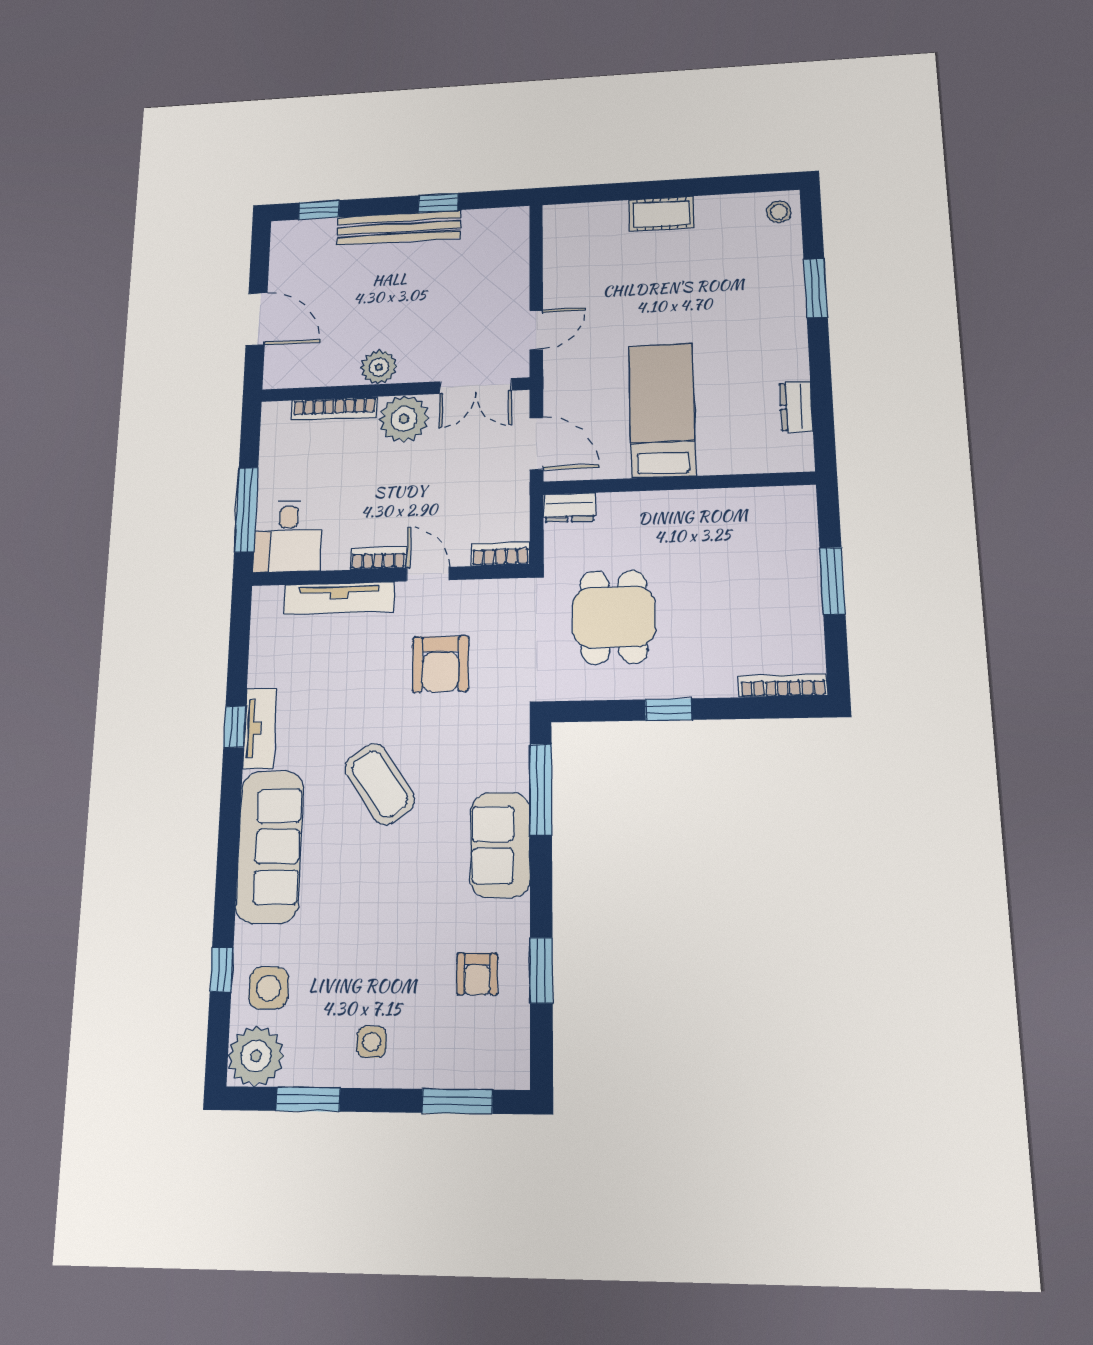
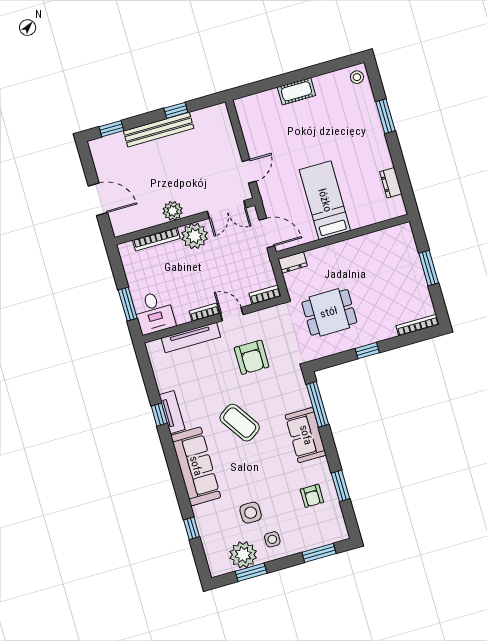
window: (246, 510) -> (128, 304), width x0.69
dining table: (614, 617) -> (329, 312), turned 90
side table: (269, 988) -> (251, 513), moved
plant: (256, 1056) -> (243, 555), moved

